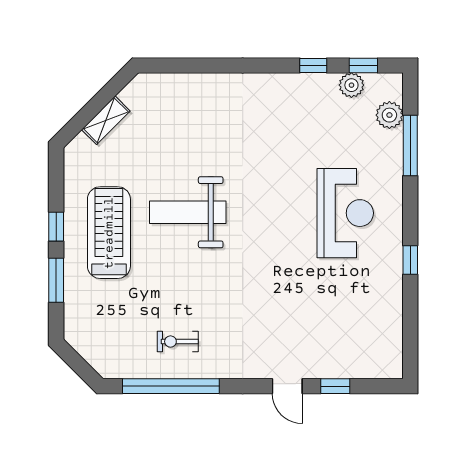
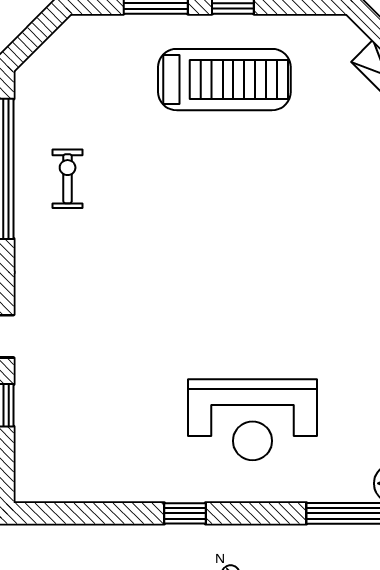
weight bench: (188, 212) -> (254, 193), removed

